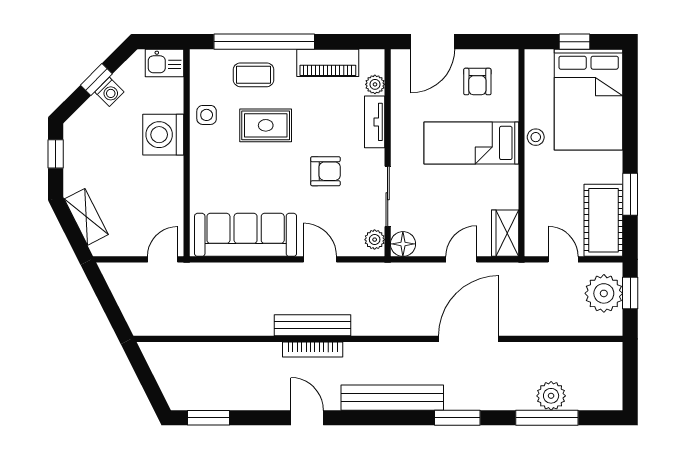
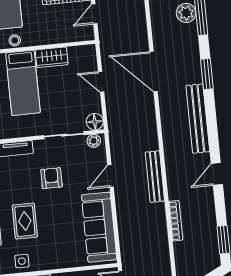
wardrobe: (505, 233) -> (52, 57), moved
bookcase: (313, 349) -> (176, 221), moved

